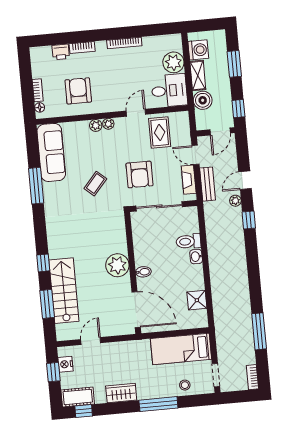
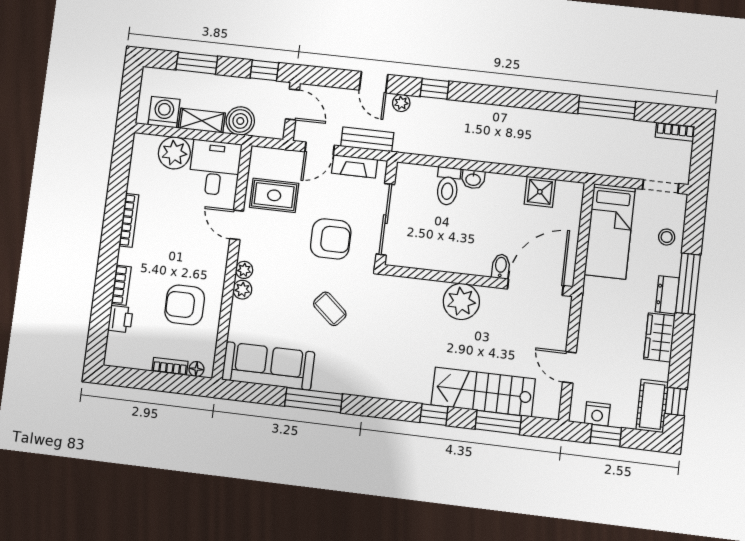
bidet: (143, 272) -> (501, 266), moved
dresser: (149, 393) -> (667, 295), added

